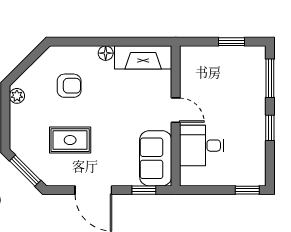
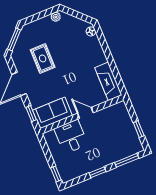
floor lamp: (106, 53) -> (91, 31), moved
armchair: (69, 86) -> (74, 45), removed
door: (176, 110) -> (85, 113), swing flipped

